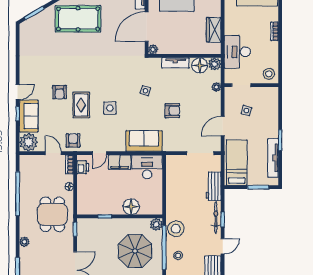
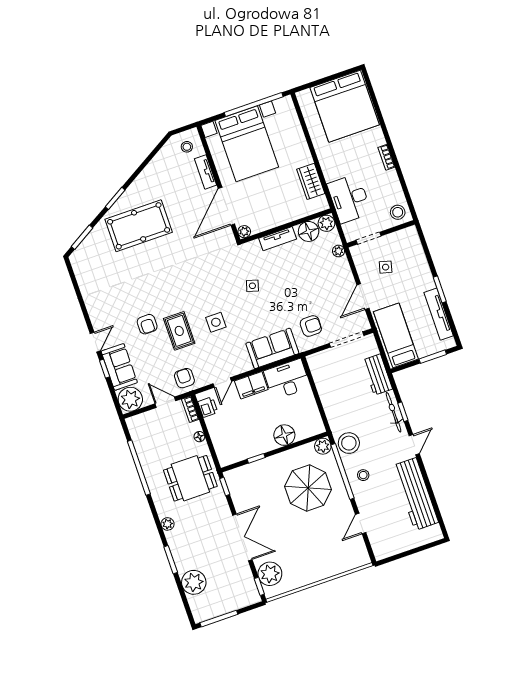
armchair: (172, 111) -> (311, 326), moved
dining table: (52, 214) -> (190, 478), turned 90

